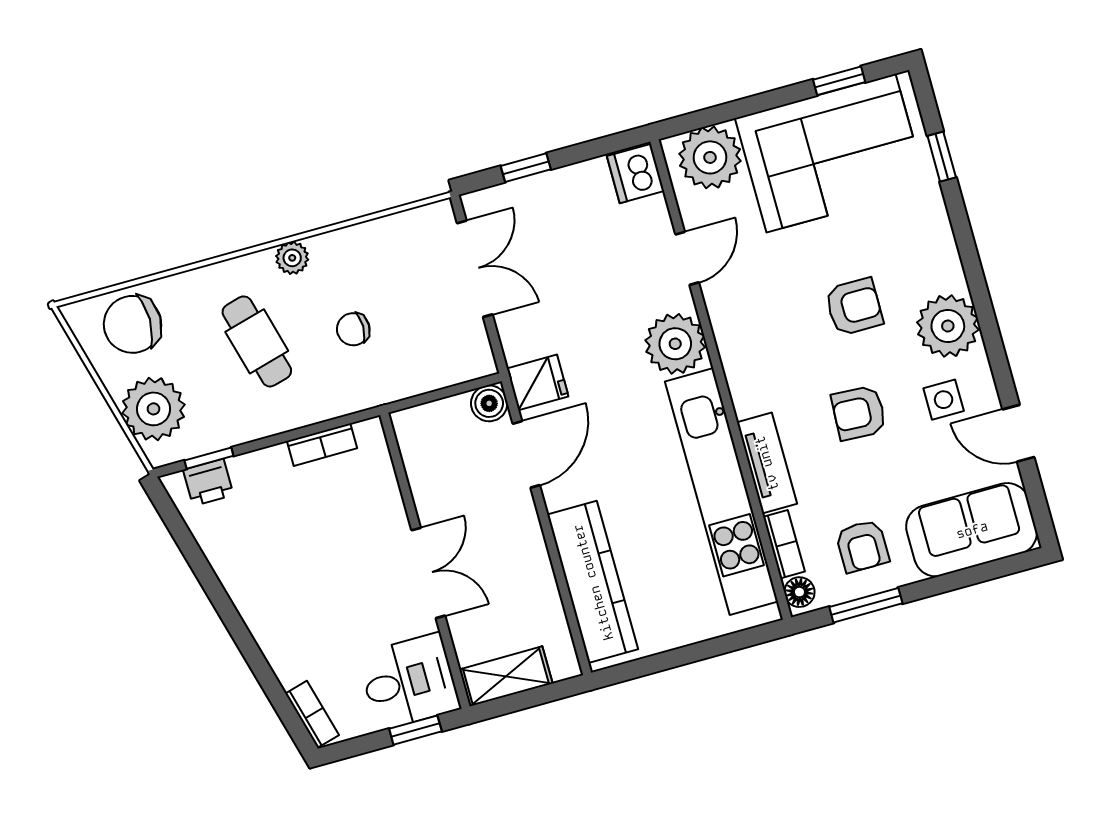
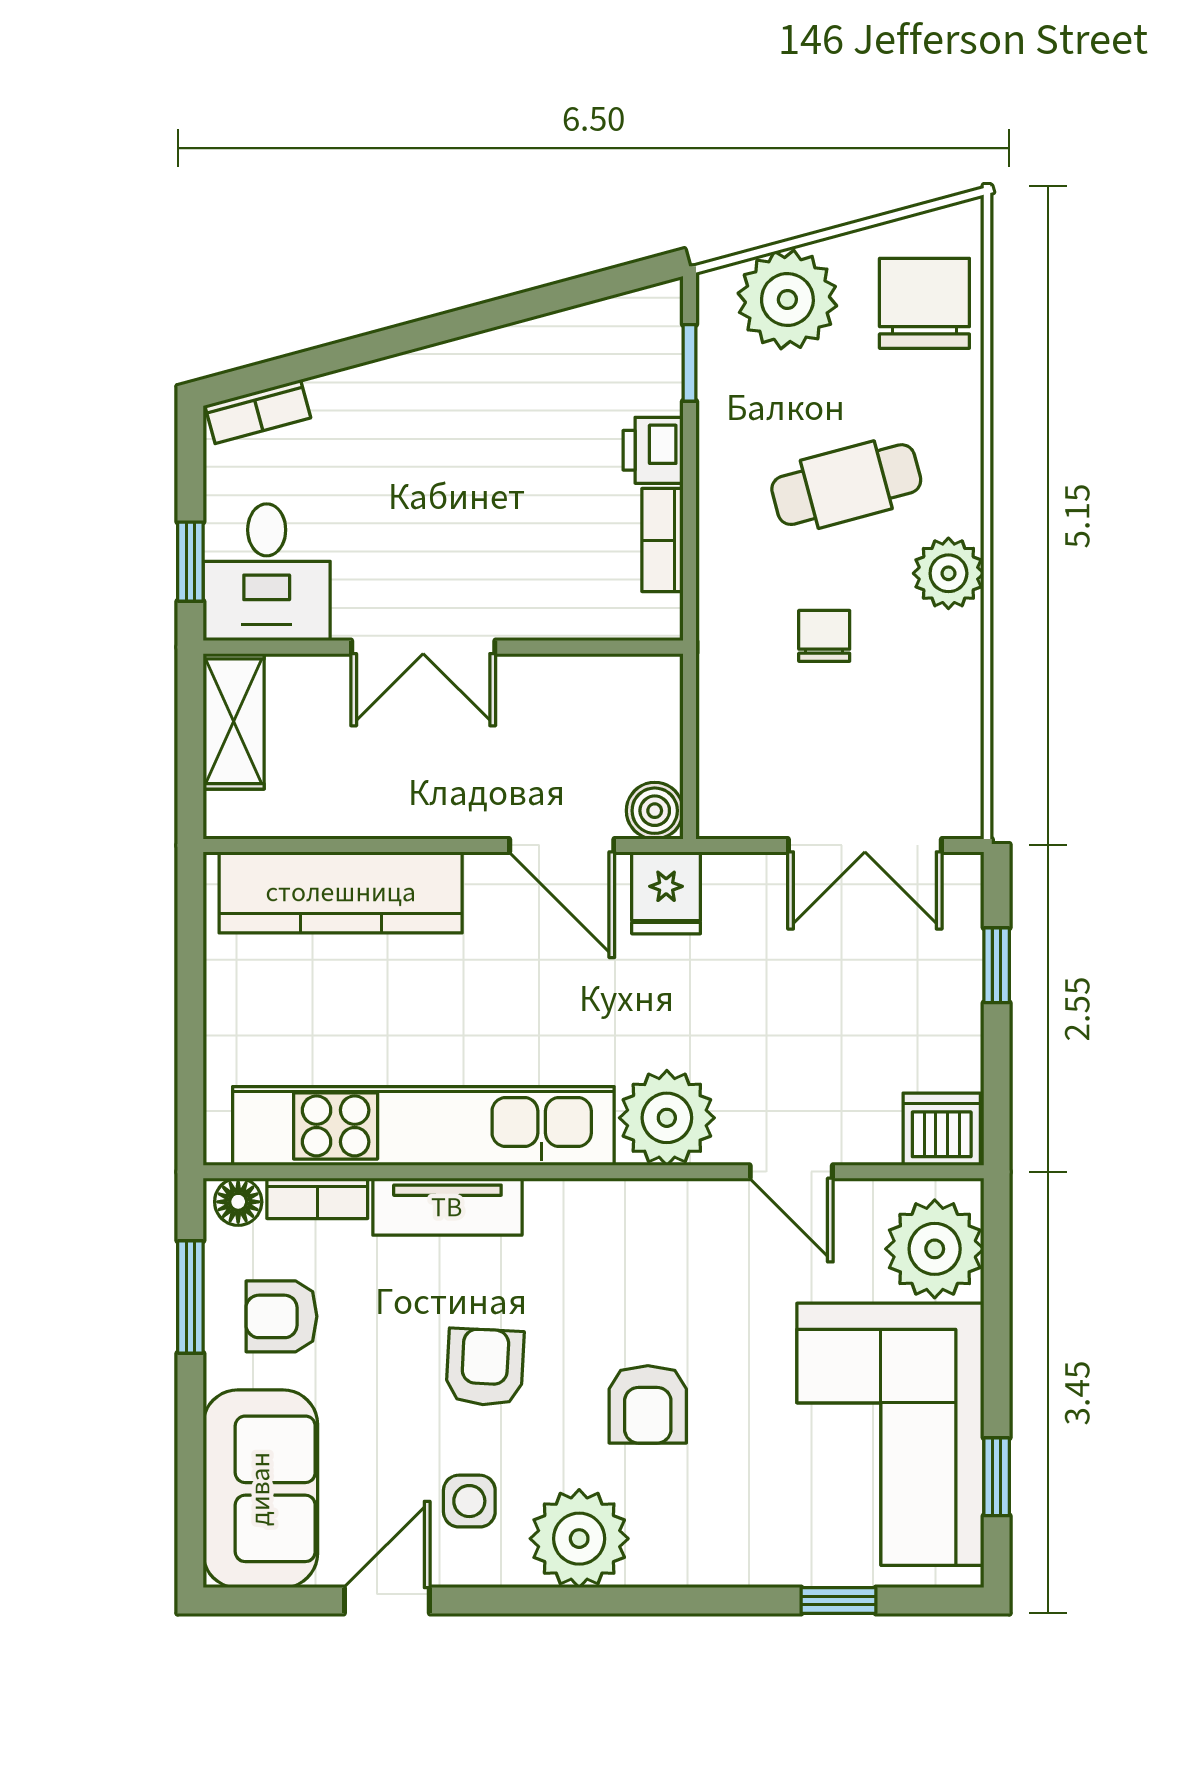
plant: (292, 258) -> (948, 573), width x1.38, depth x1.38
printer: (208, 482) -> (653, 450), moved

